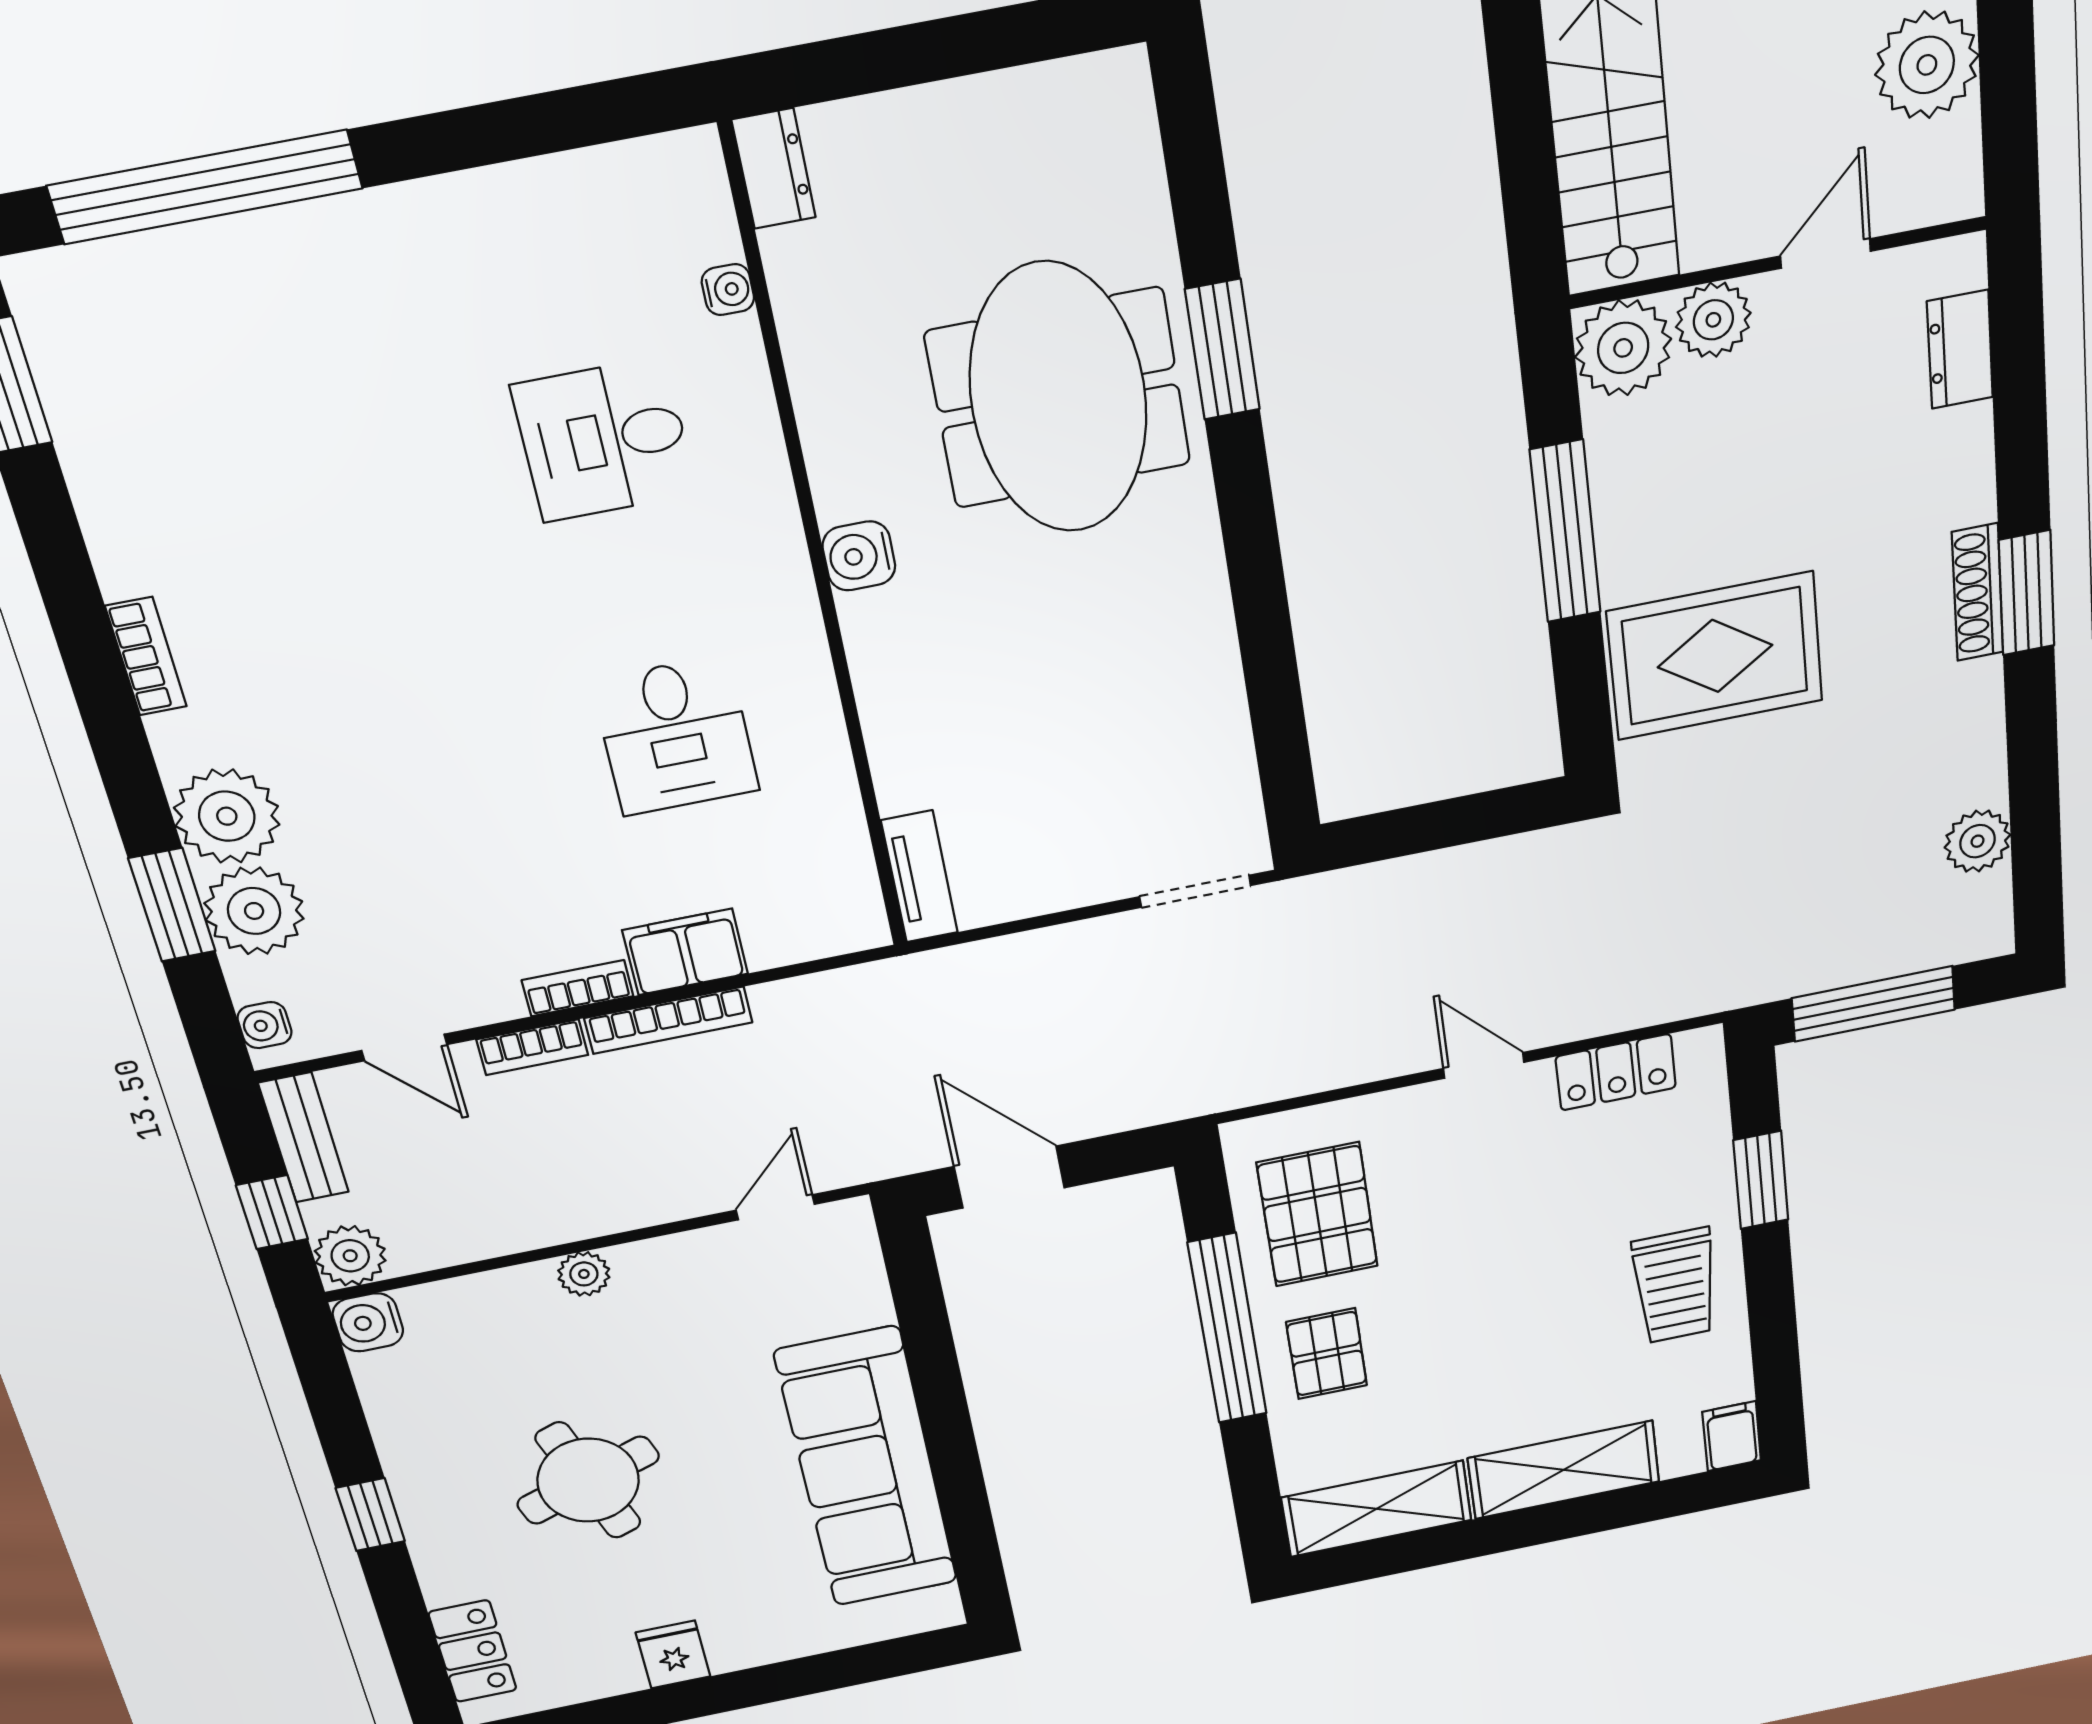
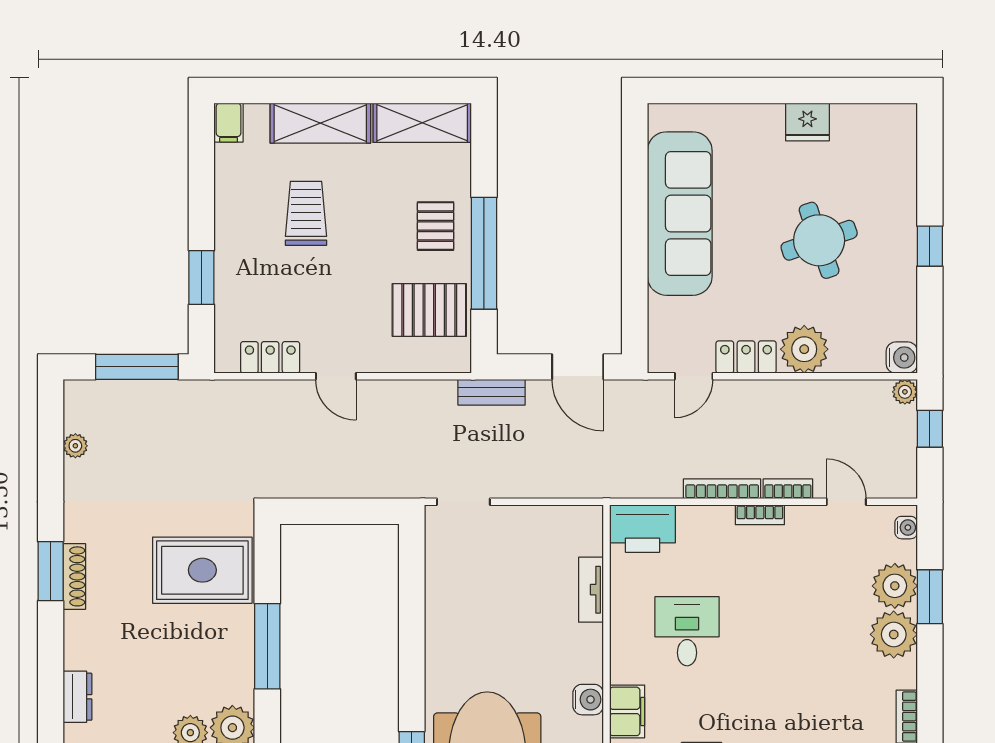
plant: (1977, 841) -> (75, 446), width x0.73, depth x0.73
tv unit: (919, 877) -> (591, 590), moved
printer: (816, 914) -> (642, 529), added
filing cabinet: (685, 952) -> (627, 711), moved, turned -90
bench: (304, 1138) -> (492, 392), moved, turned 90
pallet: (1317, 1214) -> (429, 310), turned 90
plant: (350, 1256) -> (905, 392), width x0.73, depth x0.73
plant: (584, 1274) -> (804, 349), width x1.88, depth x1.88
trolley: (1675, 1286) -> (306, 213), moved
locker: (473, 1651) -> (746, 357), moved, turned 90
fridge: (673, 1654) -> (807, 122), width x1.38

